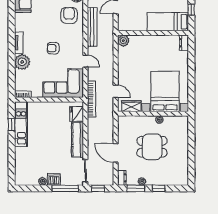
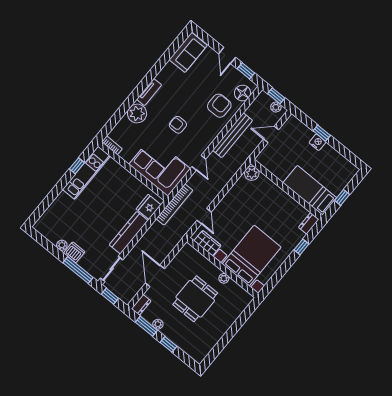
window: (191, 61) -> (301, 247), added
dining table: (152, 147) -> (195, 299), turned 90

